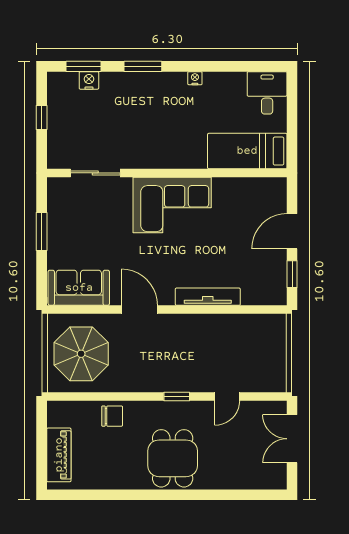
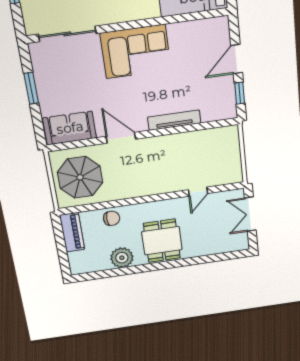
sliding door: (95, 173) -> (67, 34), width x1.37
window: (177, 396) -> (159, 197), removed
piano: (59, 455) -> (72, 232), moved
plant: (117, 475) -> (122, 258), added

